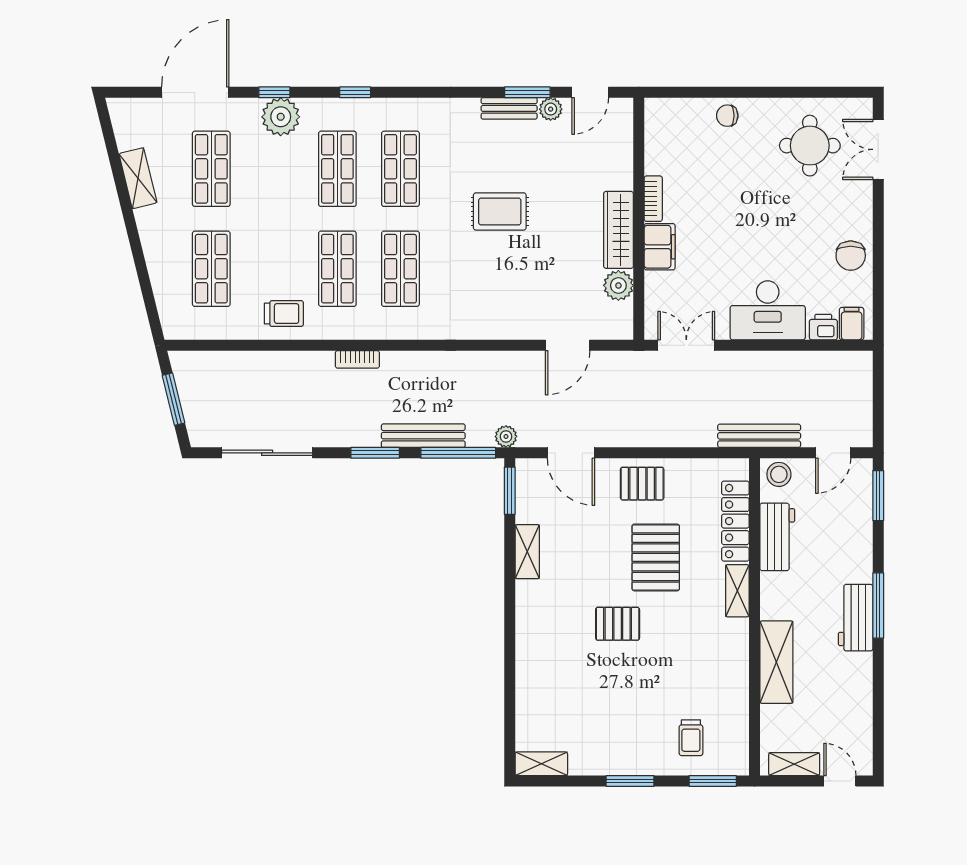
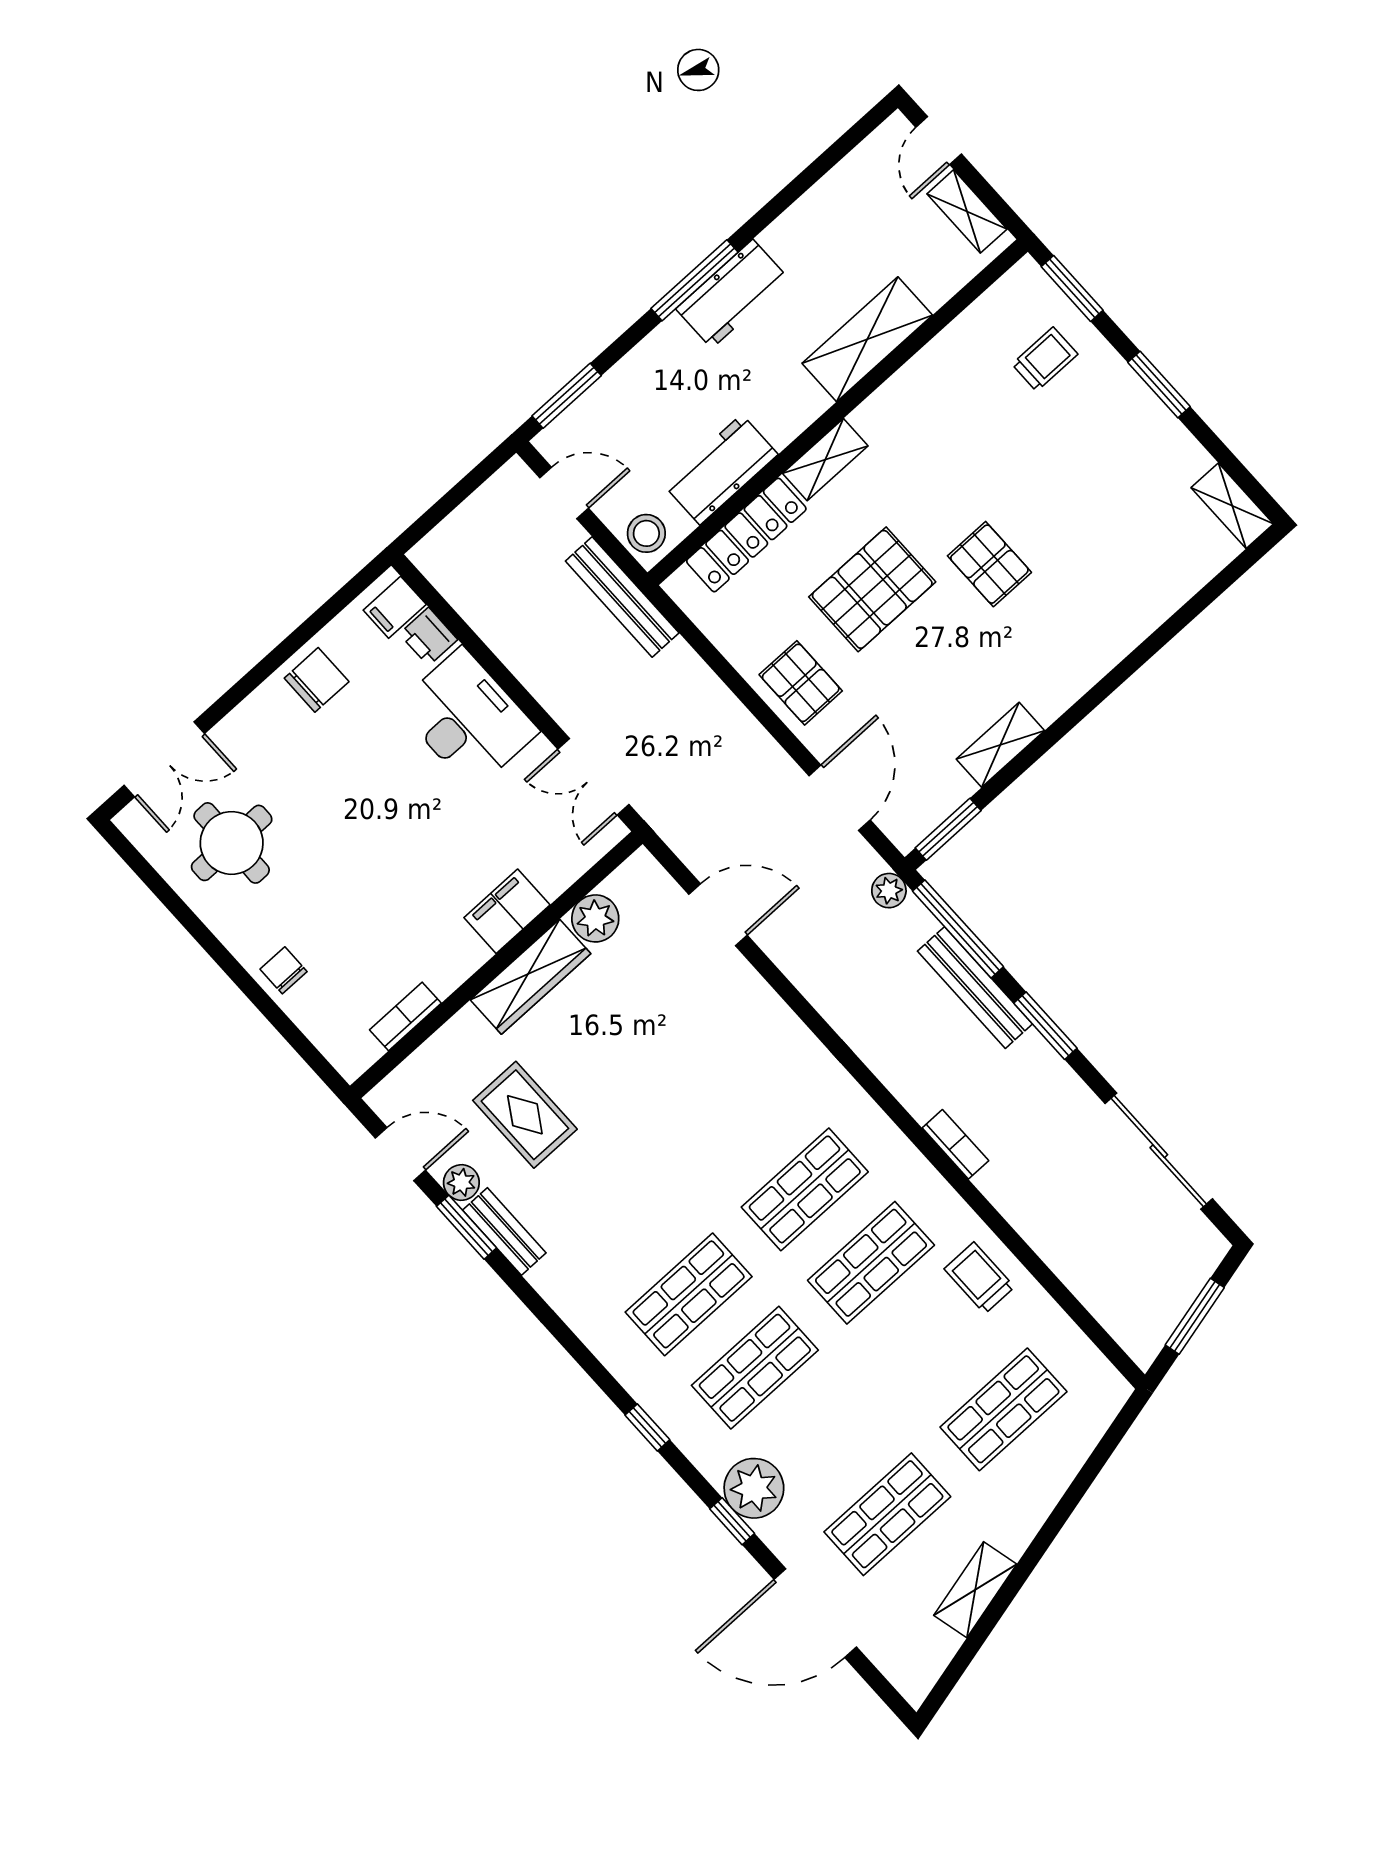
chair: (727, 116) -> (284, 970), turned 180
bookcase: (653, 199) -> (405, 1016), moved
rug: (500, 211) -> (525, 1115), moved

